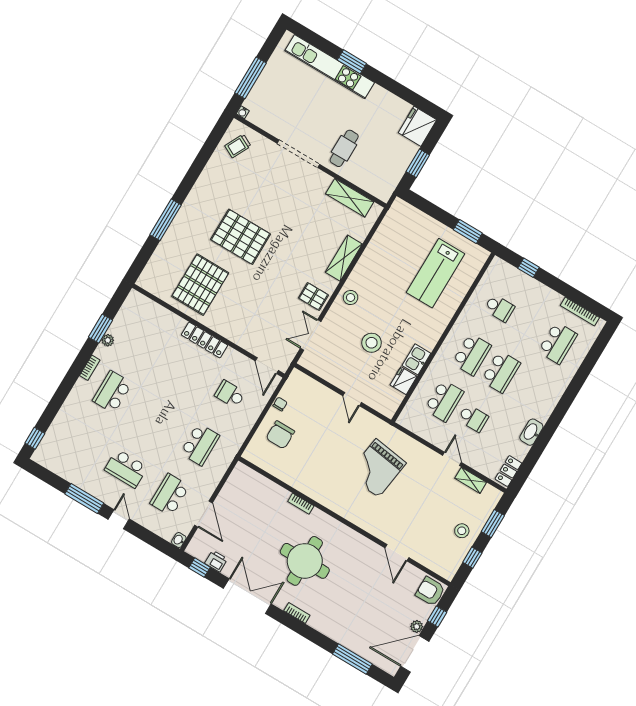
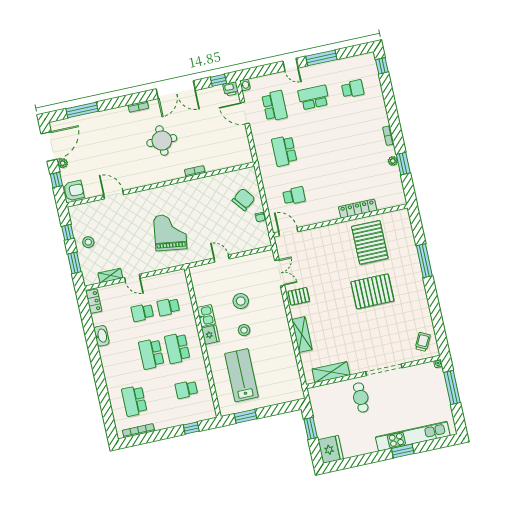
stool: (351, 298) -> (244, 330), moved
locker: (204, 340) -> (358, 209), moved
fridge: (404, 381) -> (210, 335), moved
school desk: (112, 392) -> (353, 89), moved, width x0.54
school desk: (444, 401) -> (168, 307), width x0.54
chair: (280, 435) -> (243, 199), turned 52
printer: (216, 561) -> (231, 89), moved
round table: (305, 561) -> (162, 141), width x0.73, depth x0.73

